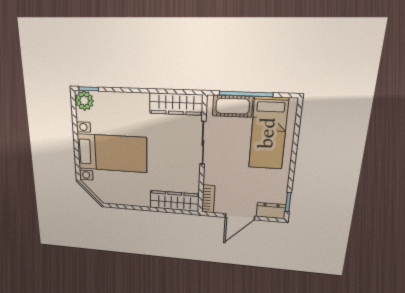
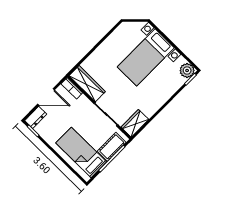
wardrobe: (176, 104) -> (135, 123), width x0.67
wardrobe: (174, 201) -> (87, 84), moved, turned -90
door: (240, 217) -> (46, 97), swing flipped

